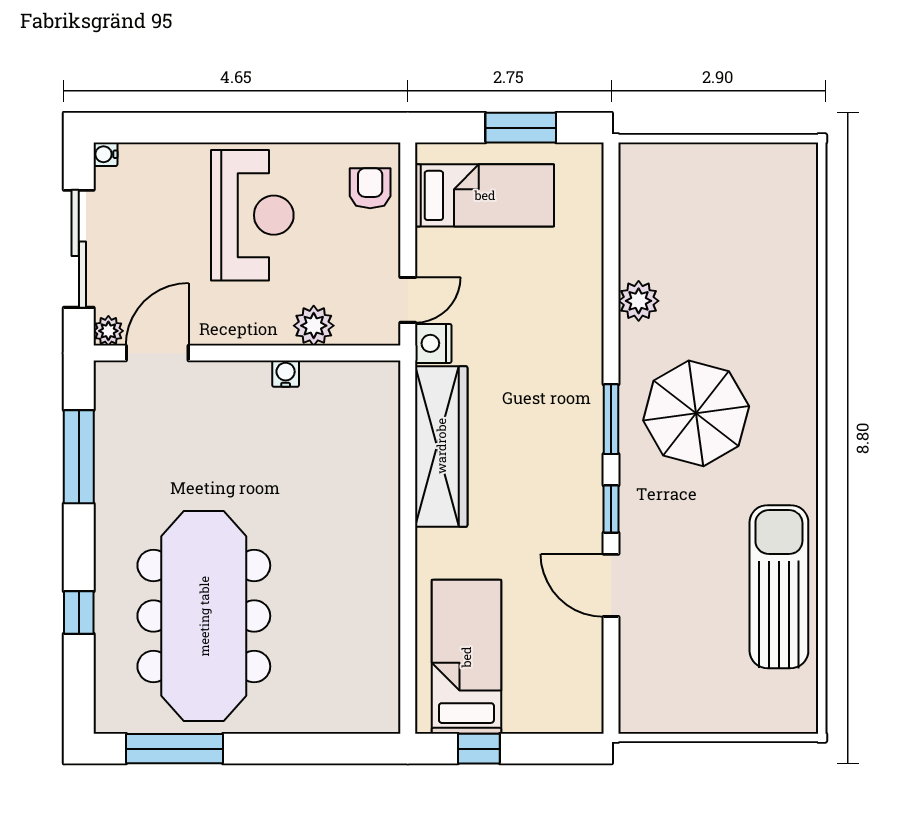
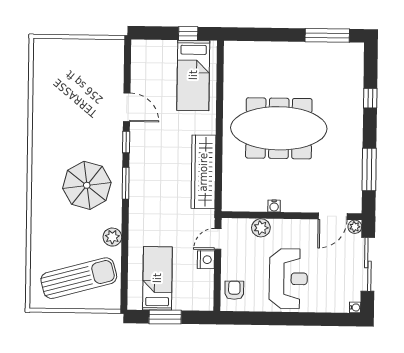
armchair: (370, 188) -> (234, 290), turned 180
bed: (485, 195) -> (157, 278), moved, turned 90
reception desk: (252, 215) -> (288, 279), turned 180
nightstand: (433, 343) -> (206, 260), moved
sun lounger: (779, 587) -> (79, 278), moved, turned -105
meeting table: (204, 616) -> (279, 128), moved, turned 90

